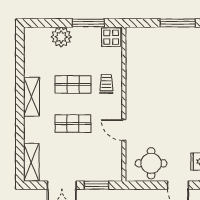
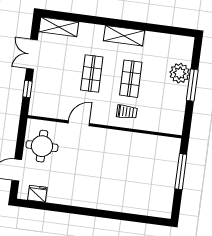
window: (88, 23) -> (192, 85), moved
window: (178, 23) -> (181, 172), moved
display table: (111, 37) -> (173, 123), removed
window: (97, 185) -> (27, 89), width x0.67

